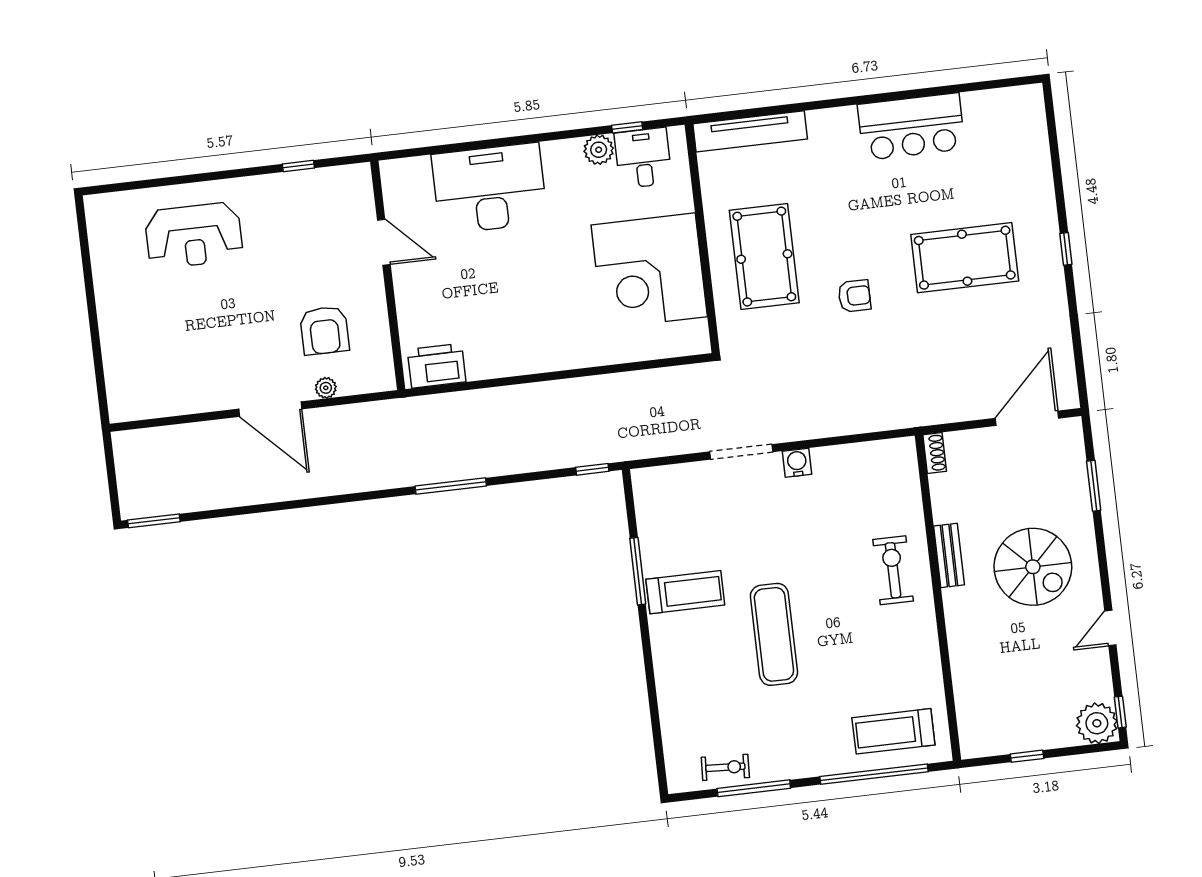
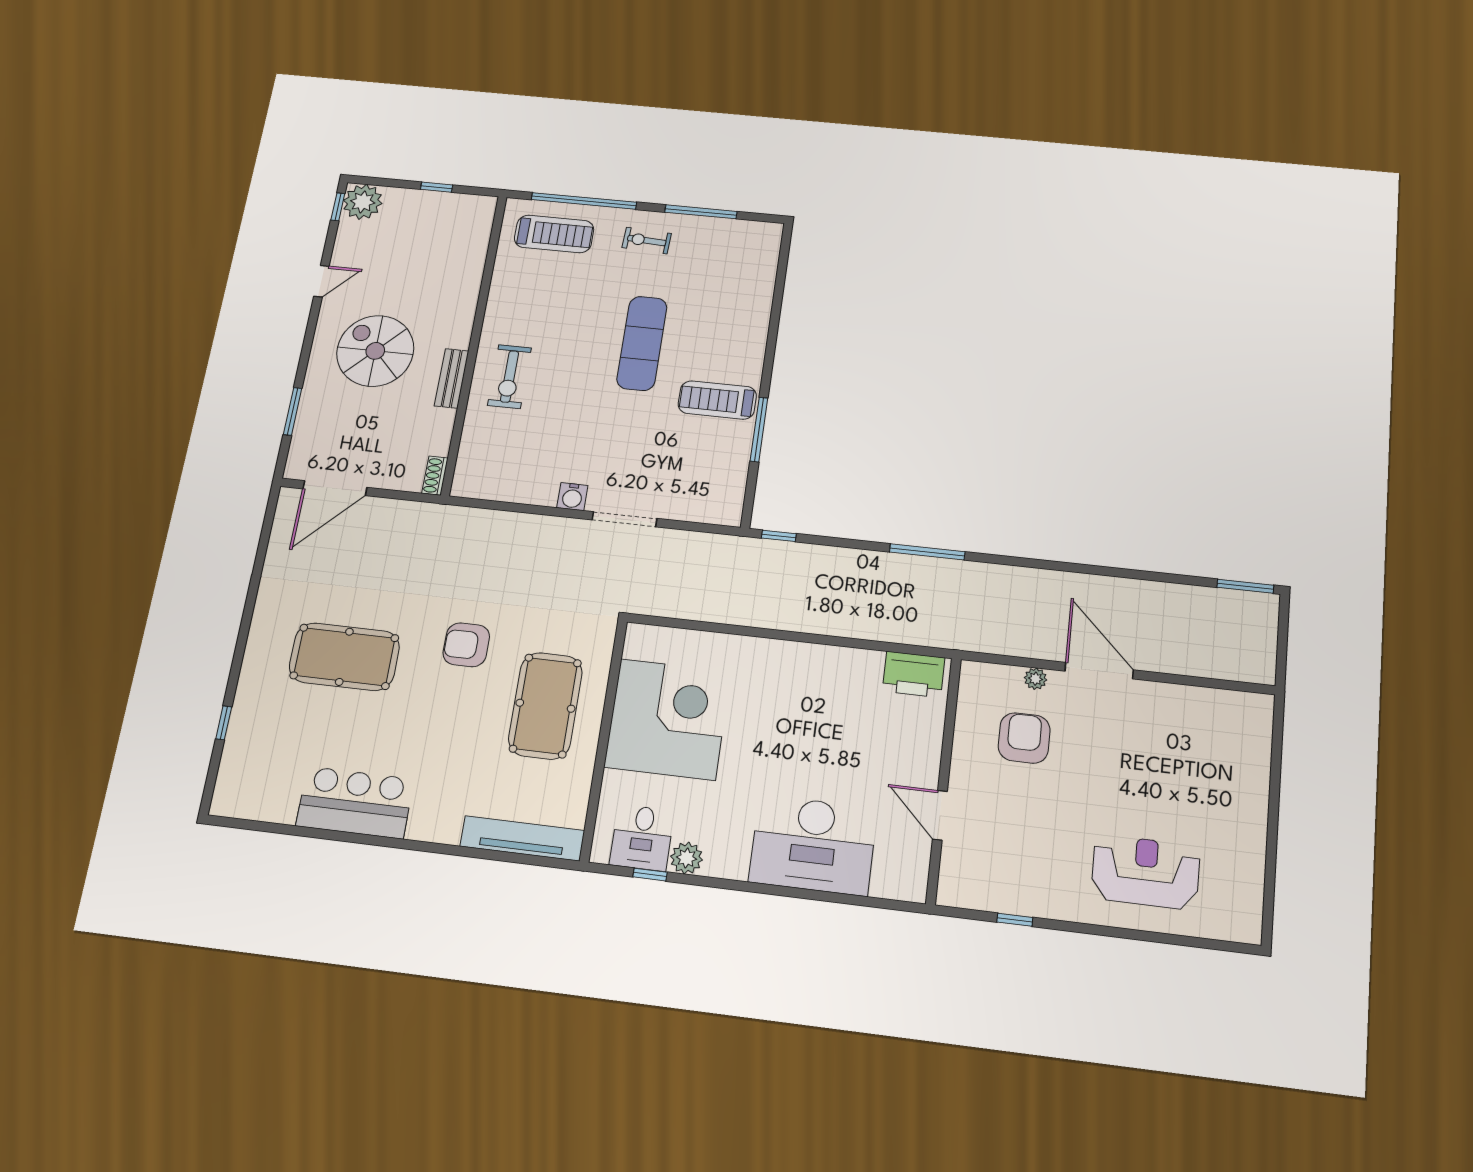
window: (1066, 249) -> (224, 723), moved
armchair: (854, 296) -> (466, 645), width x1.38, depth x1.38
exercise bike: (725, 767) -> (647, 241), moved

